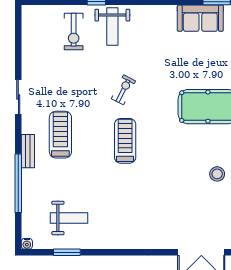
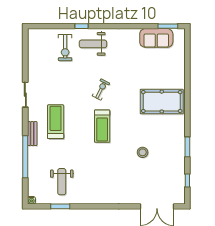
weight bench: (112, 26) -> (93, 44), turned 90
treadmill: (125, 141) -> (102, 126), turned 180
stool: (217, 174) -> (143, 152), moved
weight bench: (69, 218) -> (62, 182), turned 90

